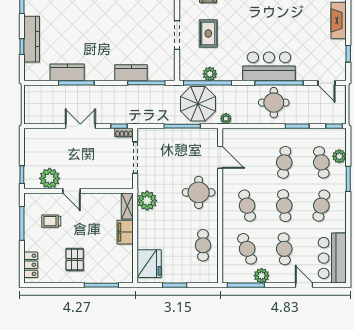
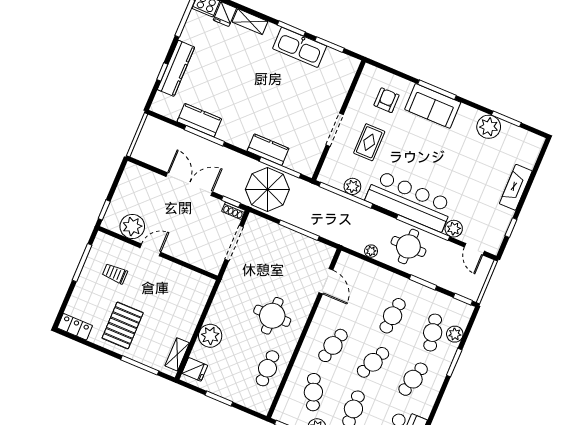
bar counter: (269, 66) -> (409, 201), width x1.36
plant: (304, 74) -> (454, 229), added
parasol: (198, 104) -> (267, 189), moved
plant: (226, 119) -> (371, 251), moved
double door: (80, 126) -> (189, 184), width x1.37
door: (72, 191) -> (150, 250), swing flipped
round table: (199, 192) -> (272, 316), moved
plant: (147, 201) -> (210, 336), moved
shelving: (127, 206) -> (177, 354), moved
cafe table: (247, 206) -> (333, 345), turned 30
cafe table: (284, 206) -> (373, 362), turned 30
filing cabinet: (125, 232) -> (189, 319), removed
pallet: (75, 260) -> (123, 325), width x1.50, depth x1.42
fridge: (149, 264) -> (195, 369), width x0.53, depth x0.75
locker: (31, 265) -> (75, 327), moved, turned -90

